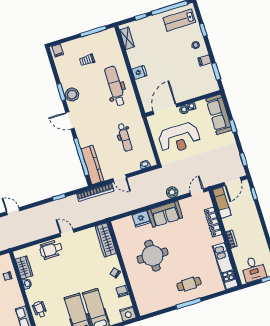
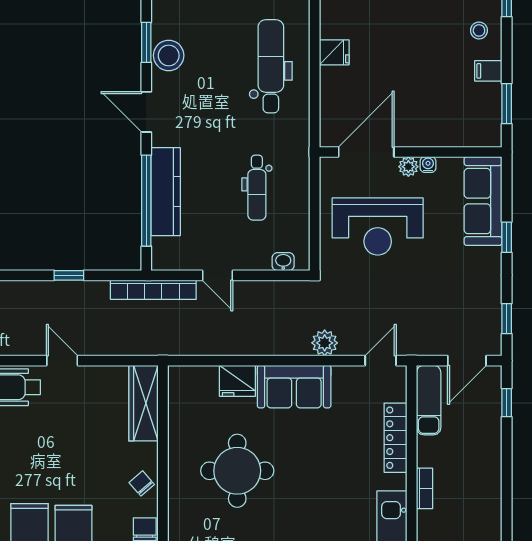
kitchen counter: (92, 165) -> (166, 192), moved

